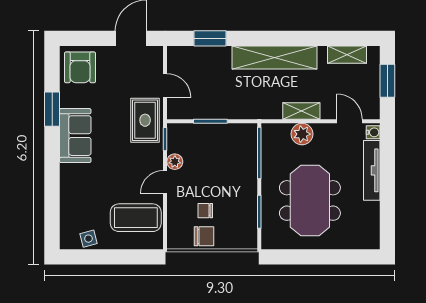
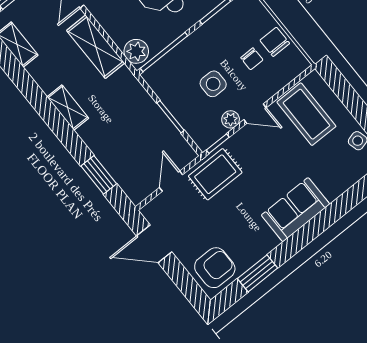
shelving: (275, 57) -> (68, 108), width x0.45, depth x0.75
window: (52, 109) -> (258, 273), moved
shelving: (301, 111) -> (96, 47), width x1.50, depth x1.33
plant: (302, 134) -> (136, 51), moved
sofa: (75, 136) -> (296, 210), moved
side table: (209, 169) -> (213, 84), added

